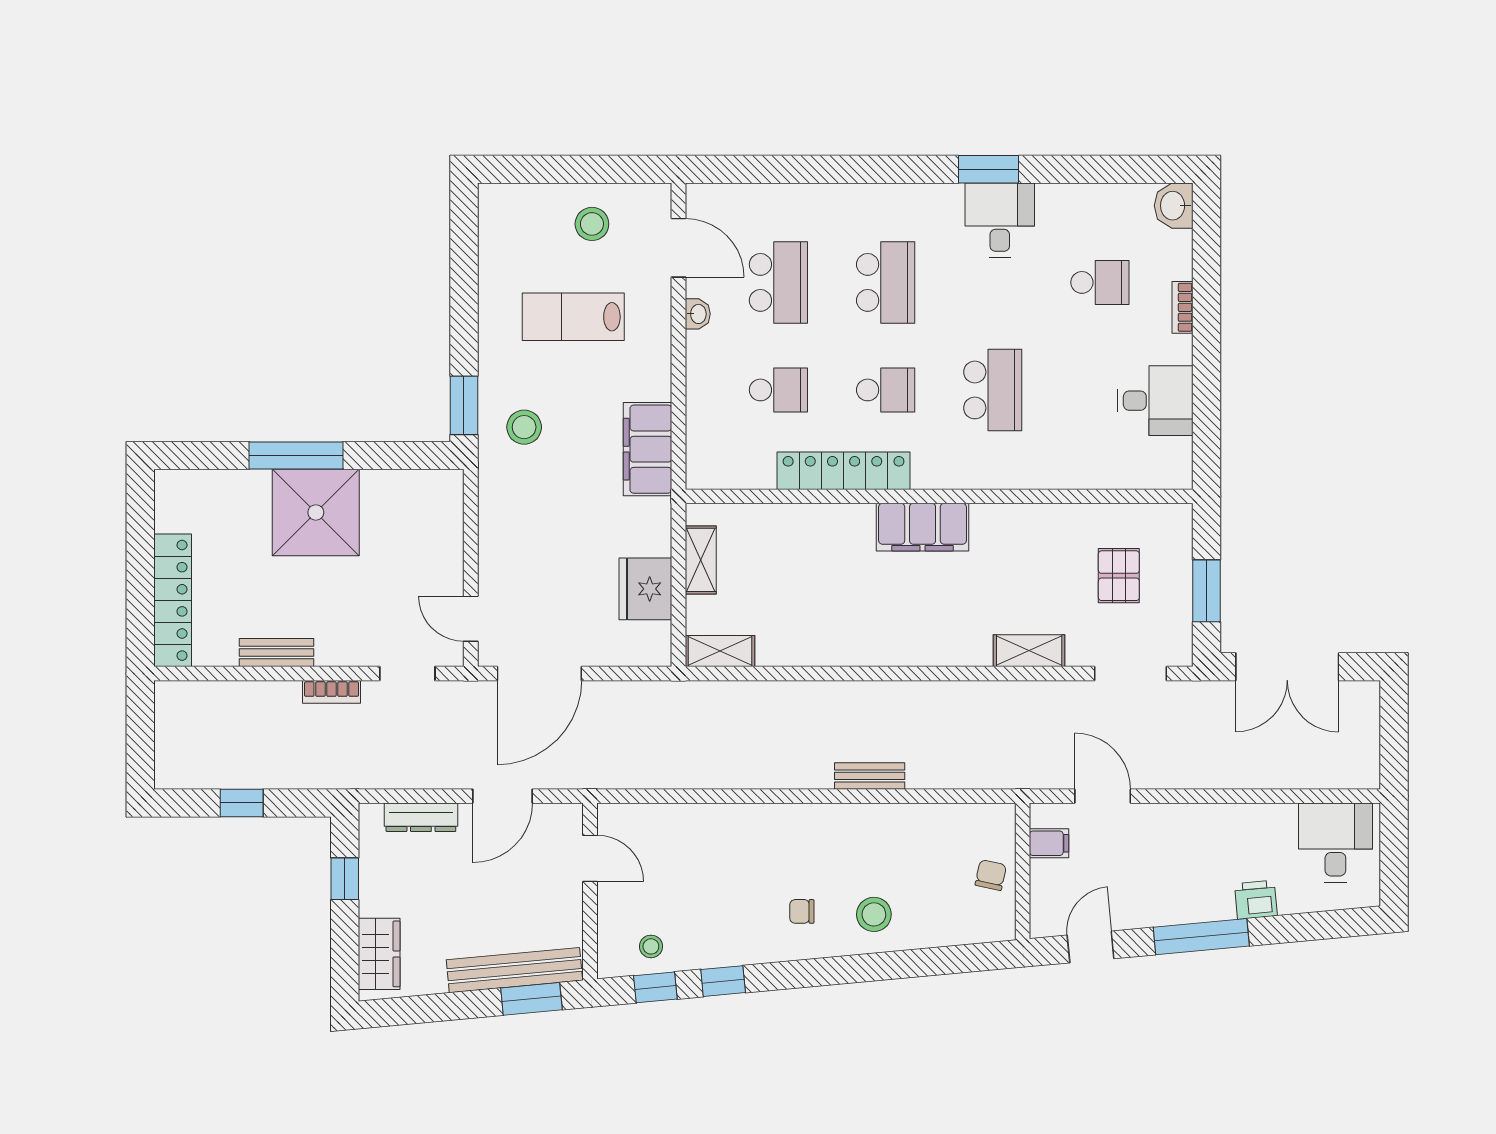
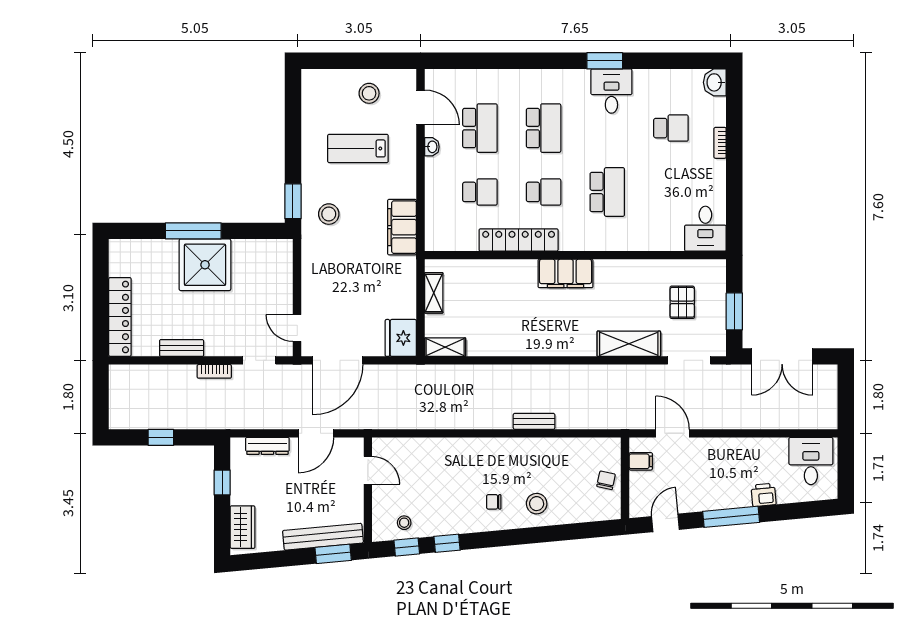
desk: (1155, 401) -> (705, 229), moved, turned 90
fridge: (645, 589) -> (401, 338), moved
shelving: (1029, 651) -> (629, 344), width x1.50, depth x1.33

